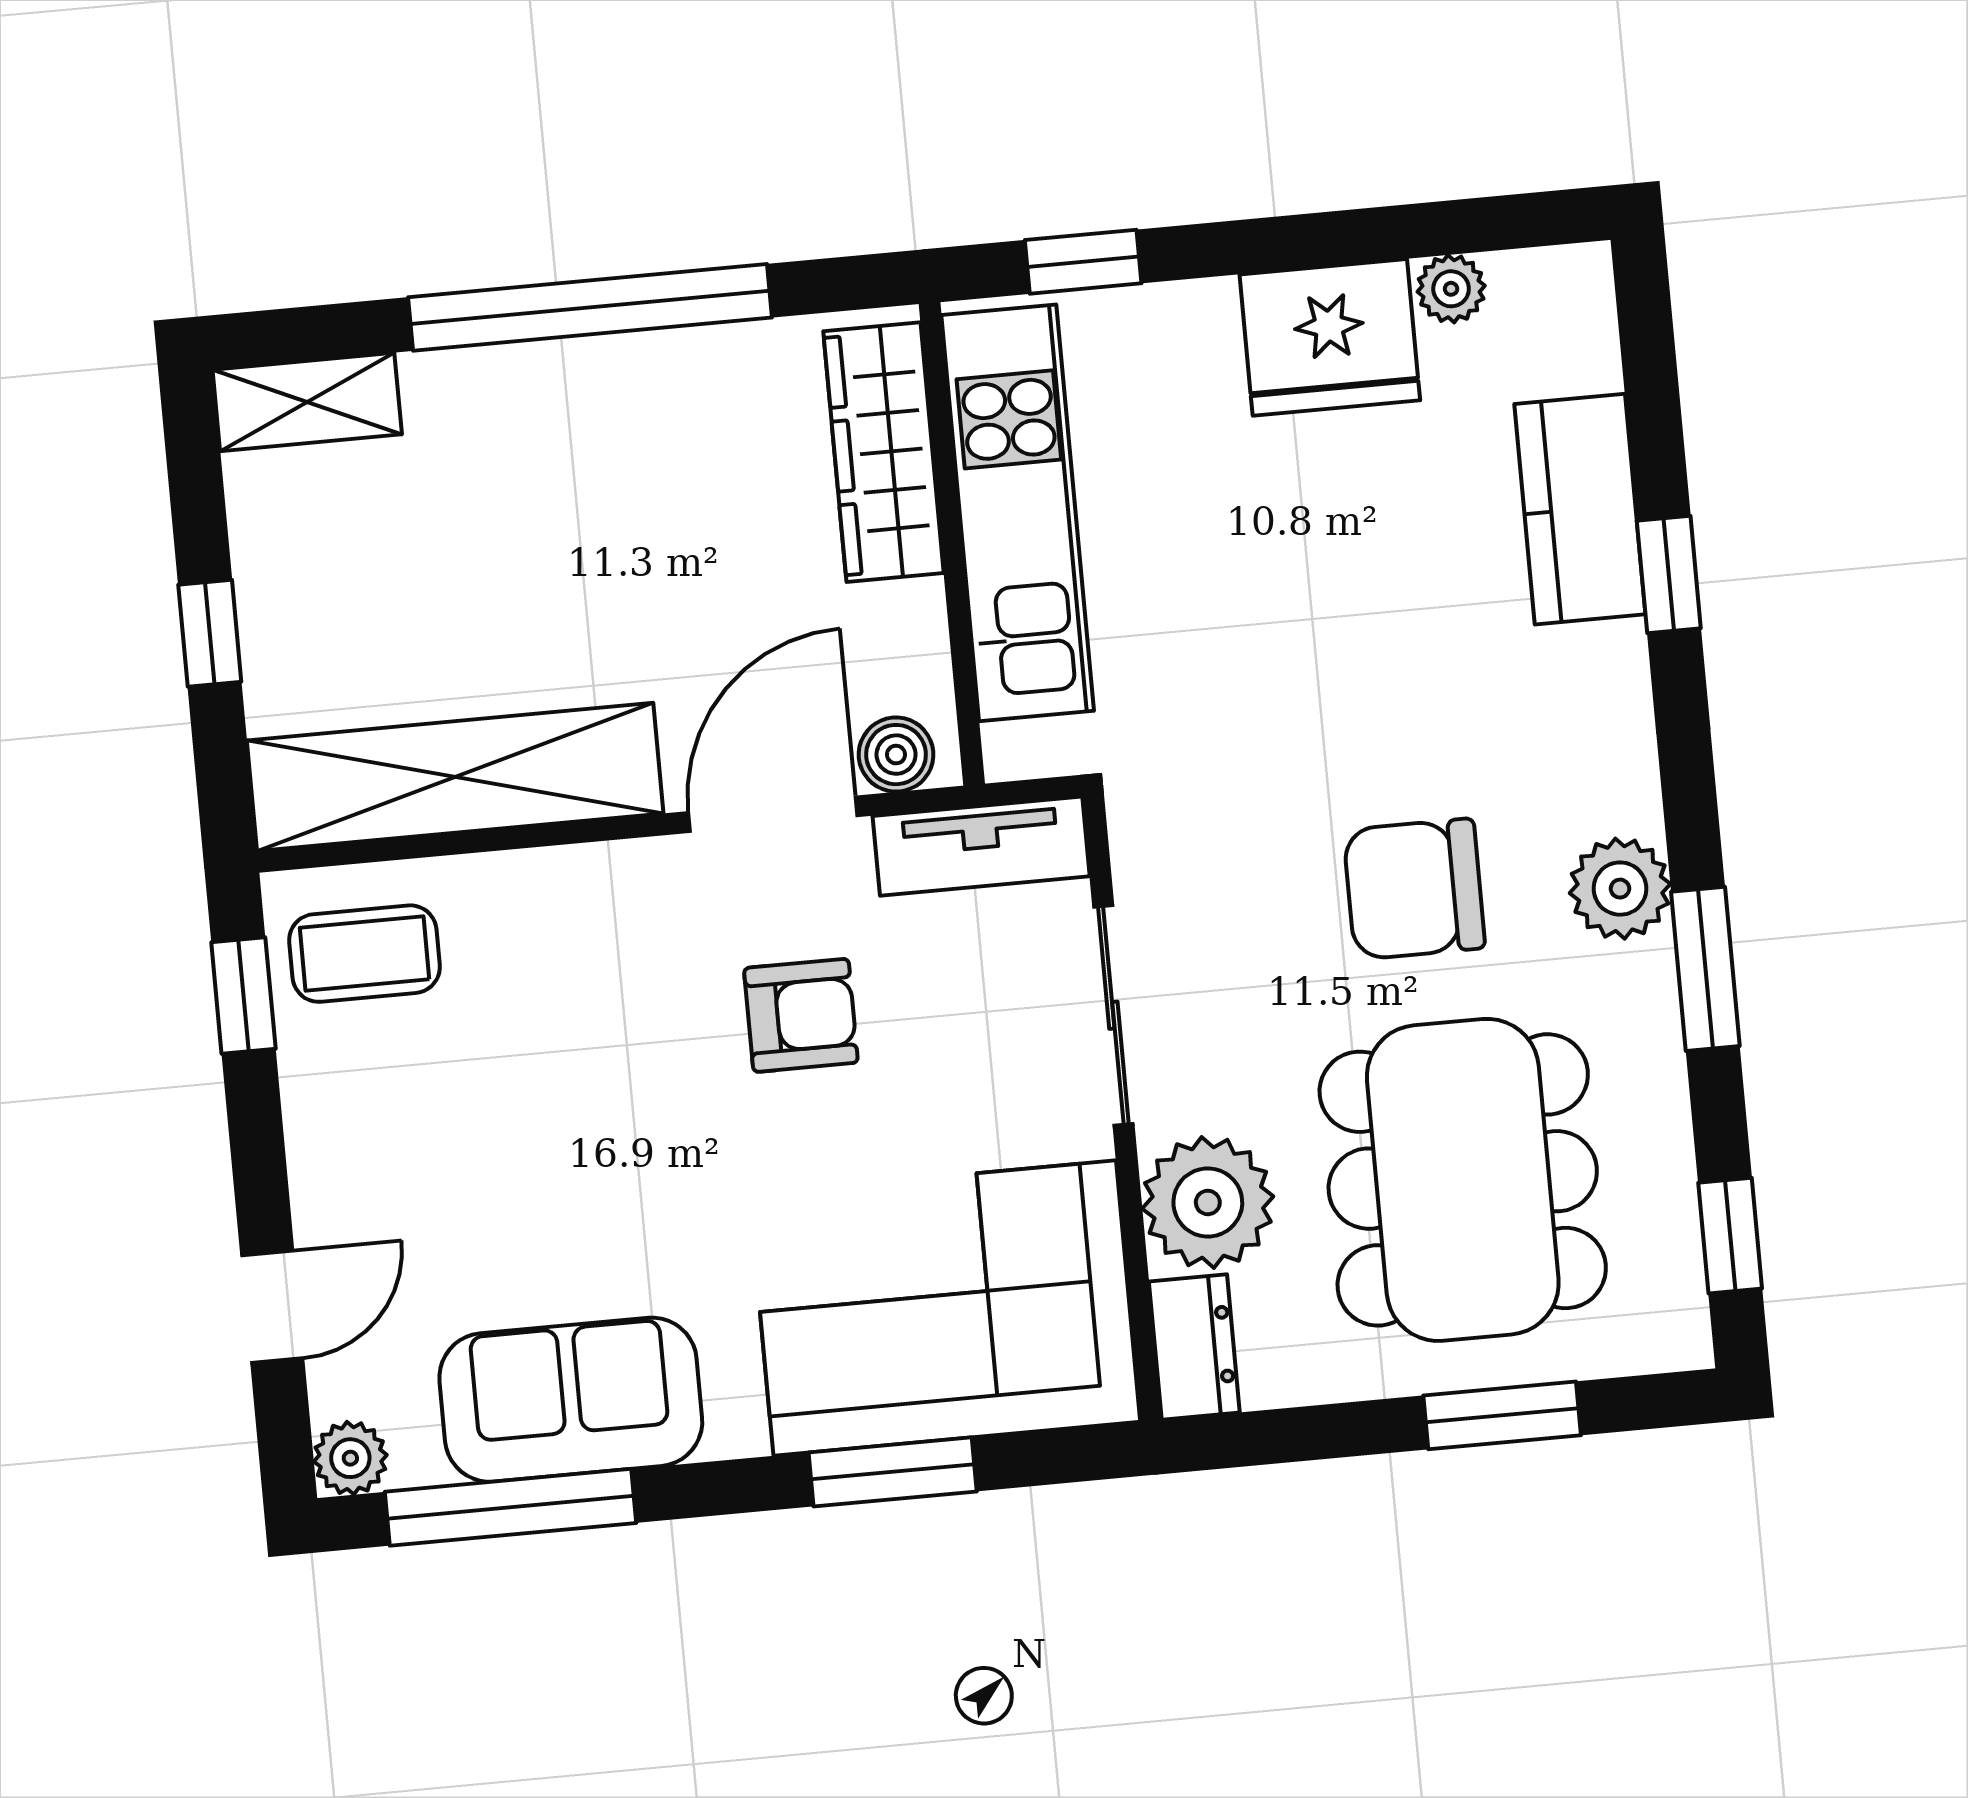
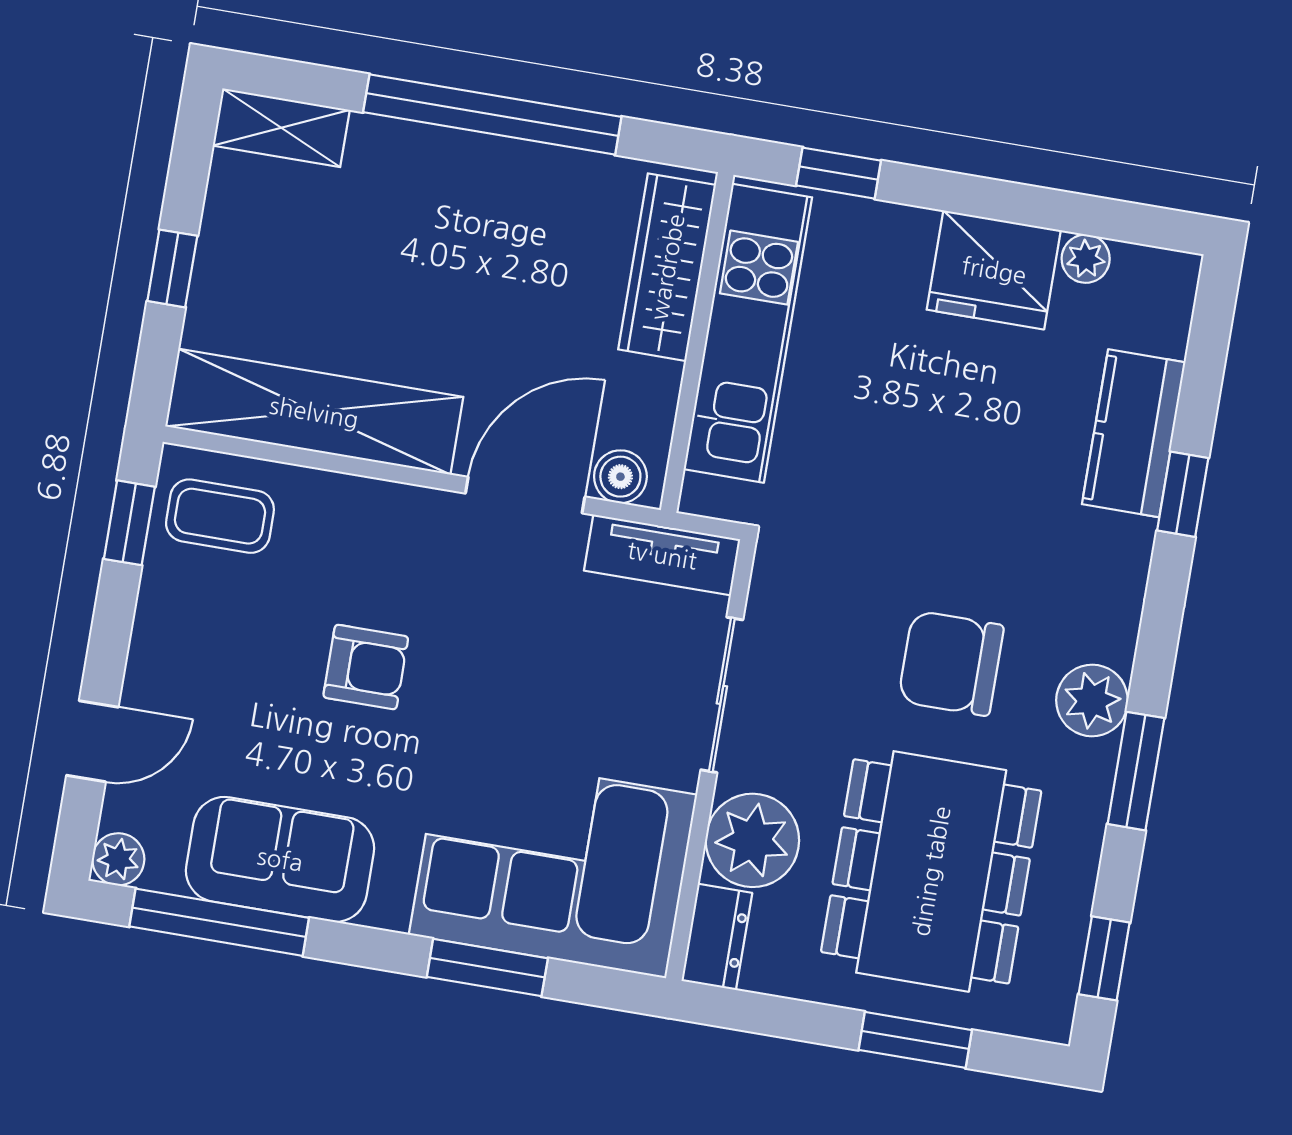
armchair: (801, 1015) -> (366, 667), moved

